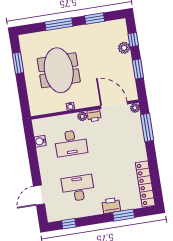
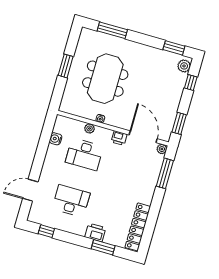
window: (95, 18) -> (174, 48), moved
window: (59, 24) -> (112, 30), moved
plant: (124, 48) -> (184, 66), moved
window: (18, 63) -> (66, 66), moved
window: (138, 69) -> (179, 123), moved
plant: (82, 116) -> (90, 128), moved

